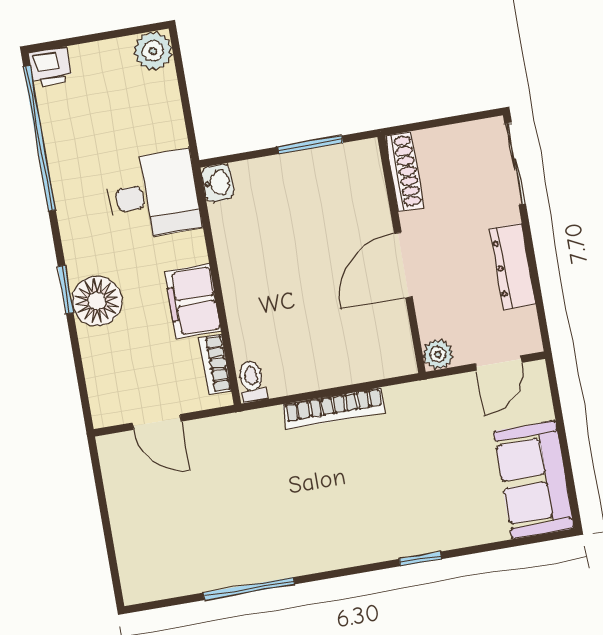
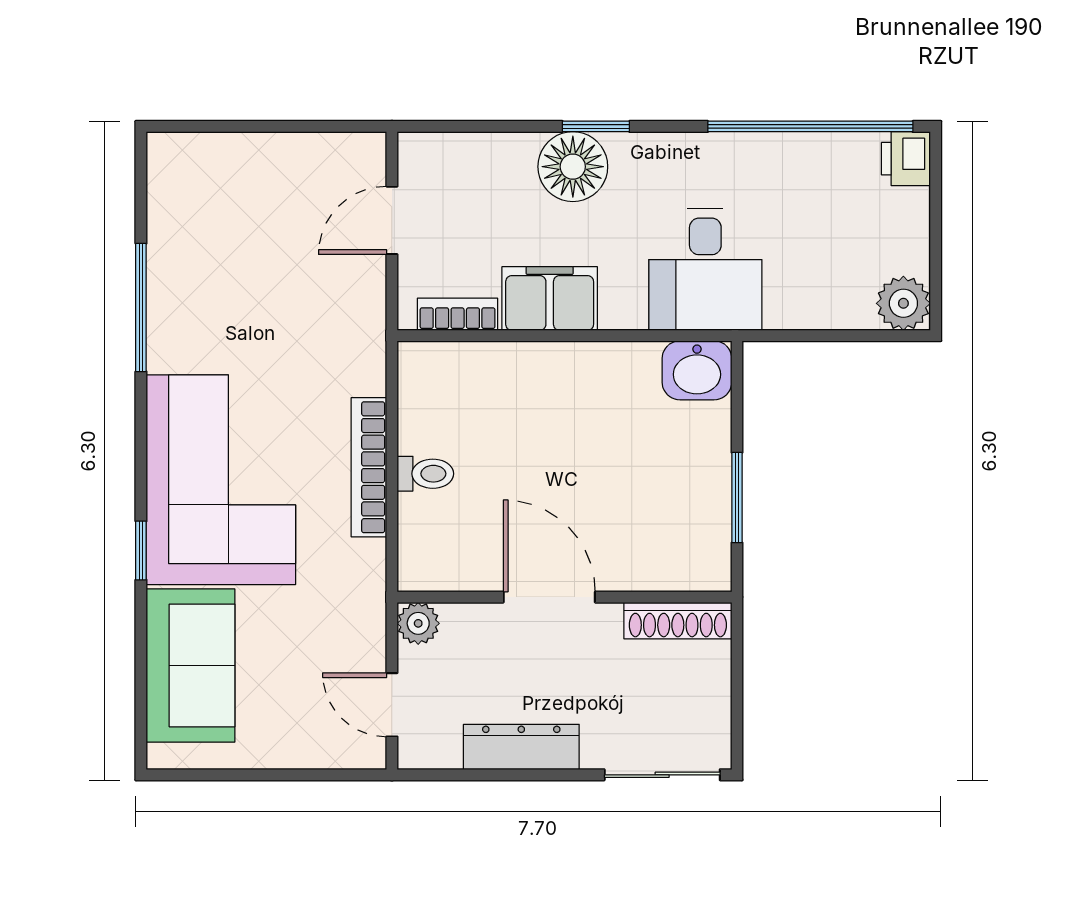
washbasin: (218, 183) -> (697, 370), width x1.38, depth x1.45
toilet: (252, 381) -> (425, 474), moved
sofa: (534, 480) -> (190, 665), moved, turned 90
corner sofa: (361, 511) -> (221, 480), added

